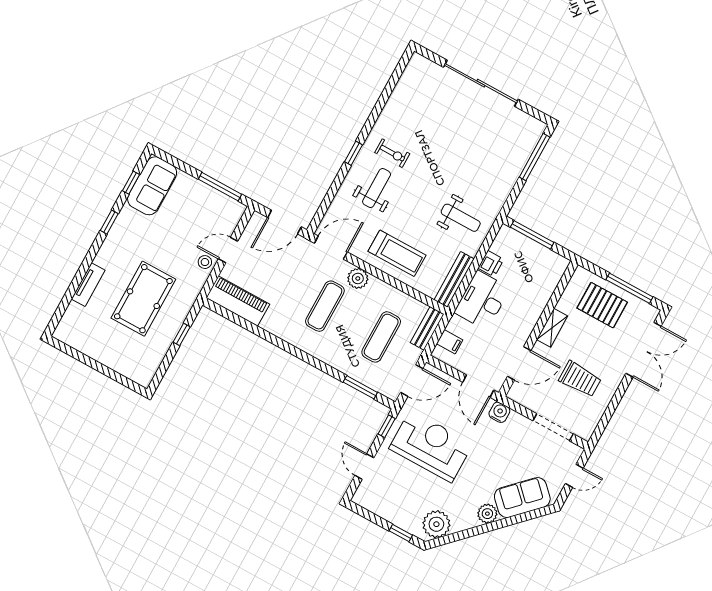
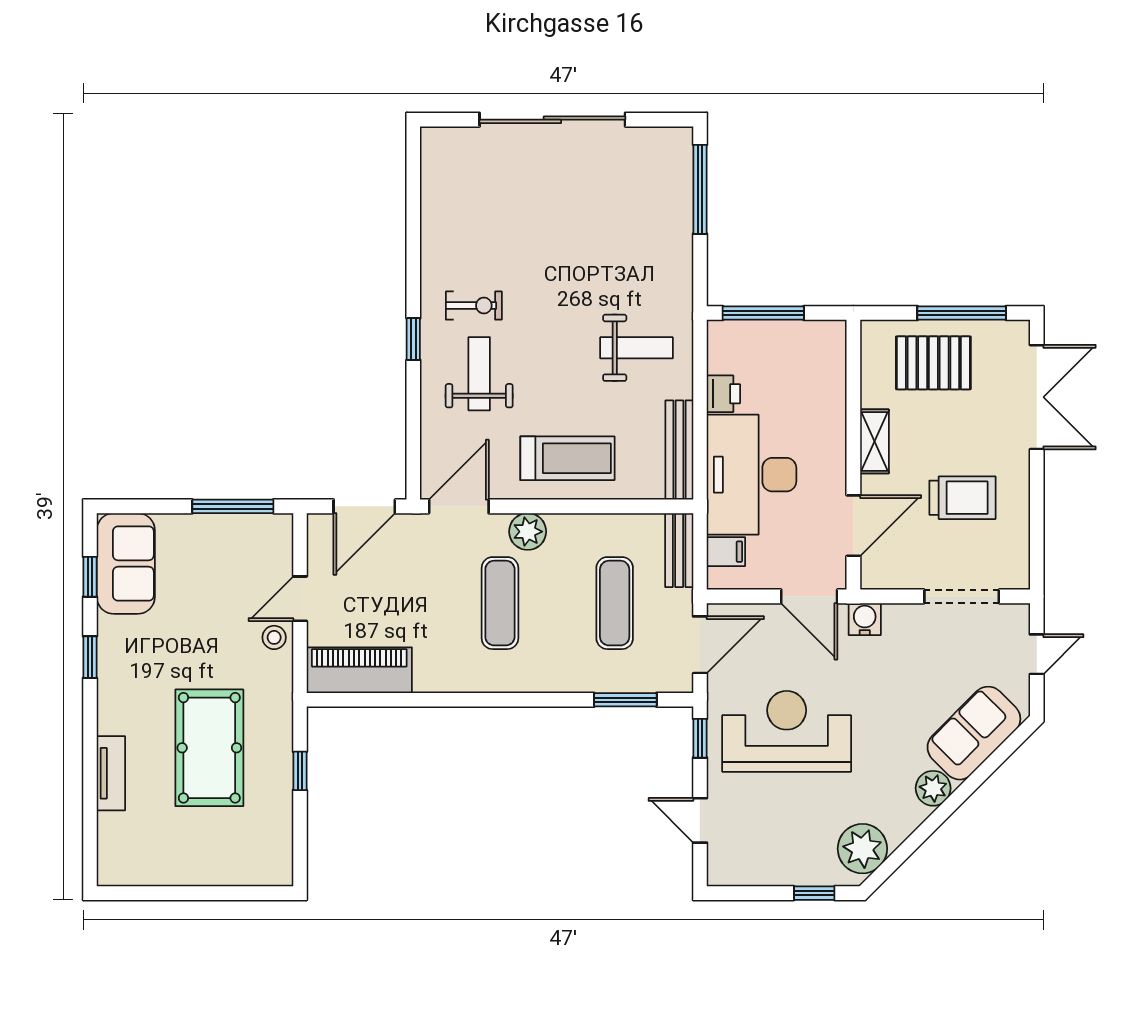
desk: (482, 300) -> (752, 475), width x1.36, depth x1.30

